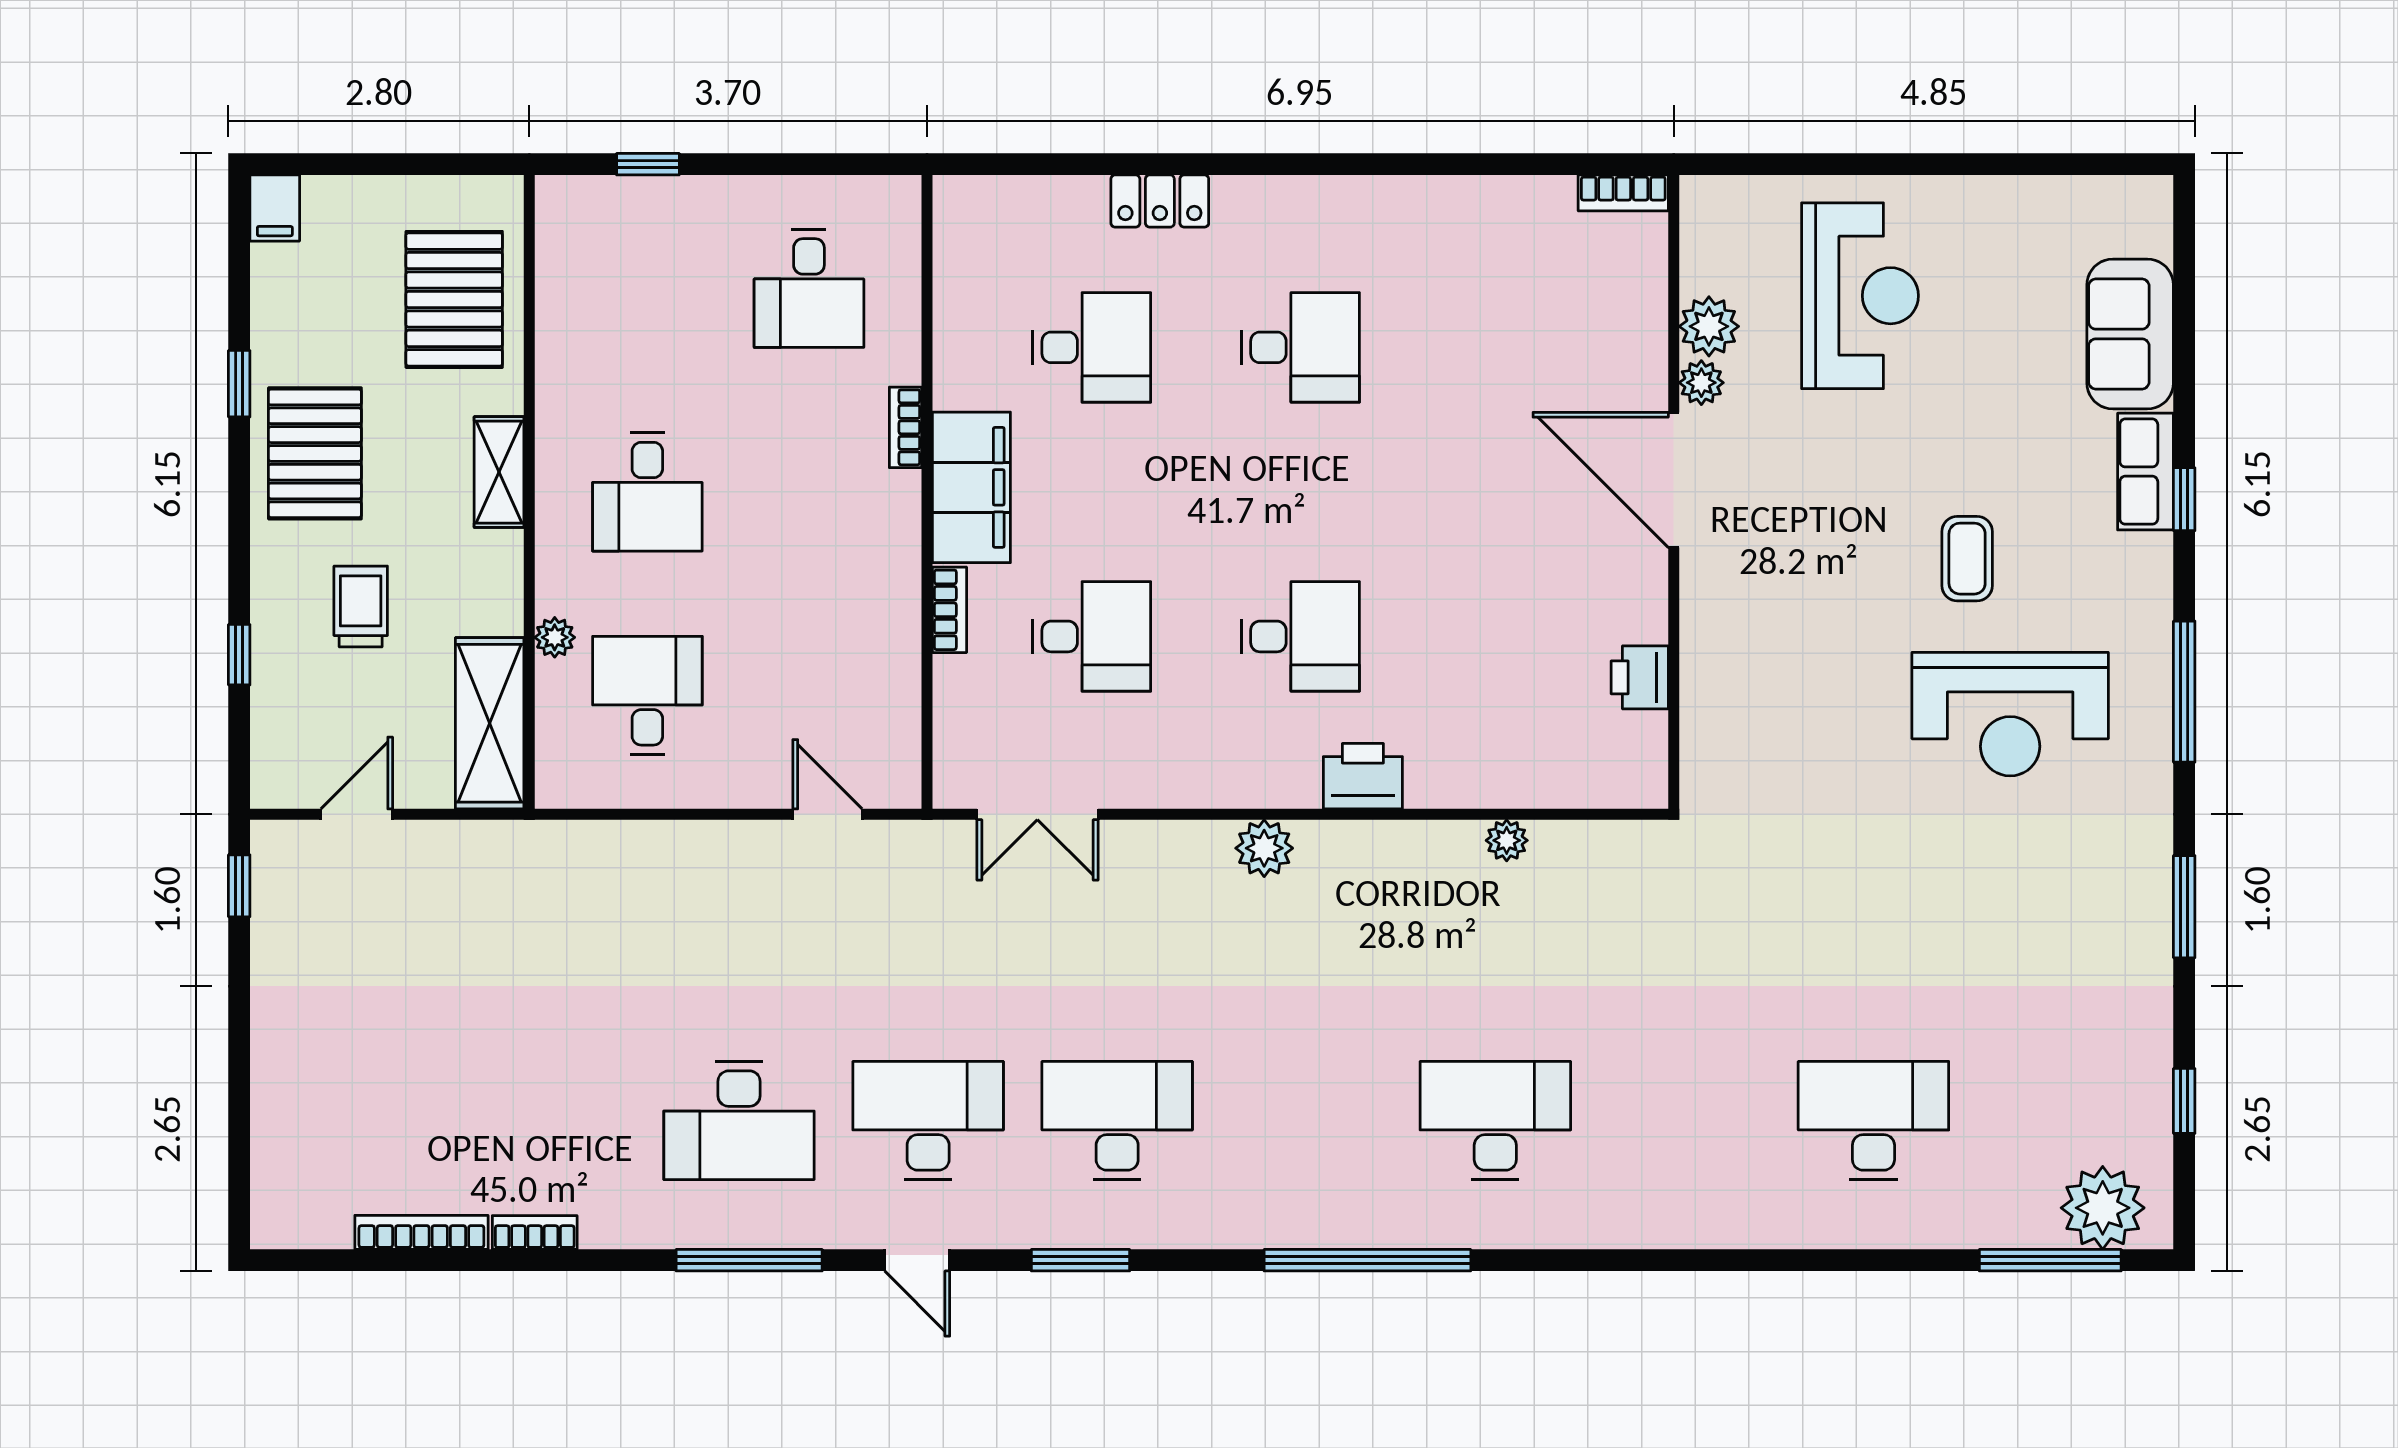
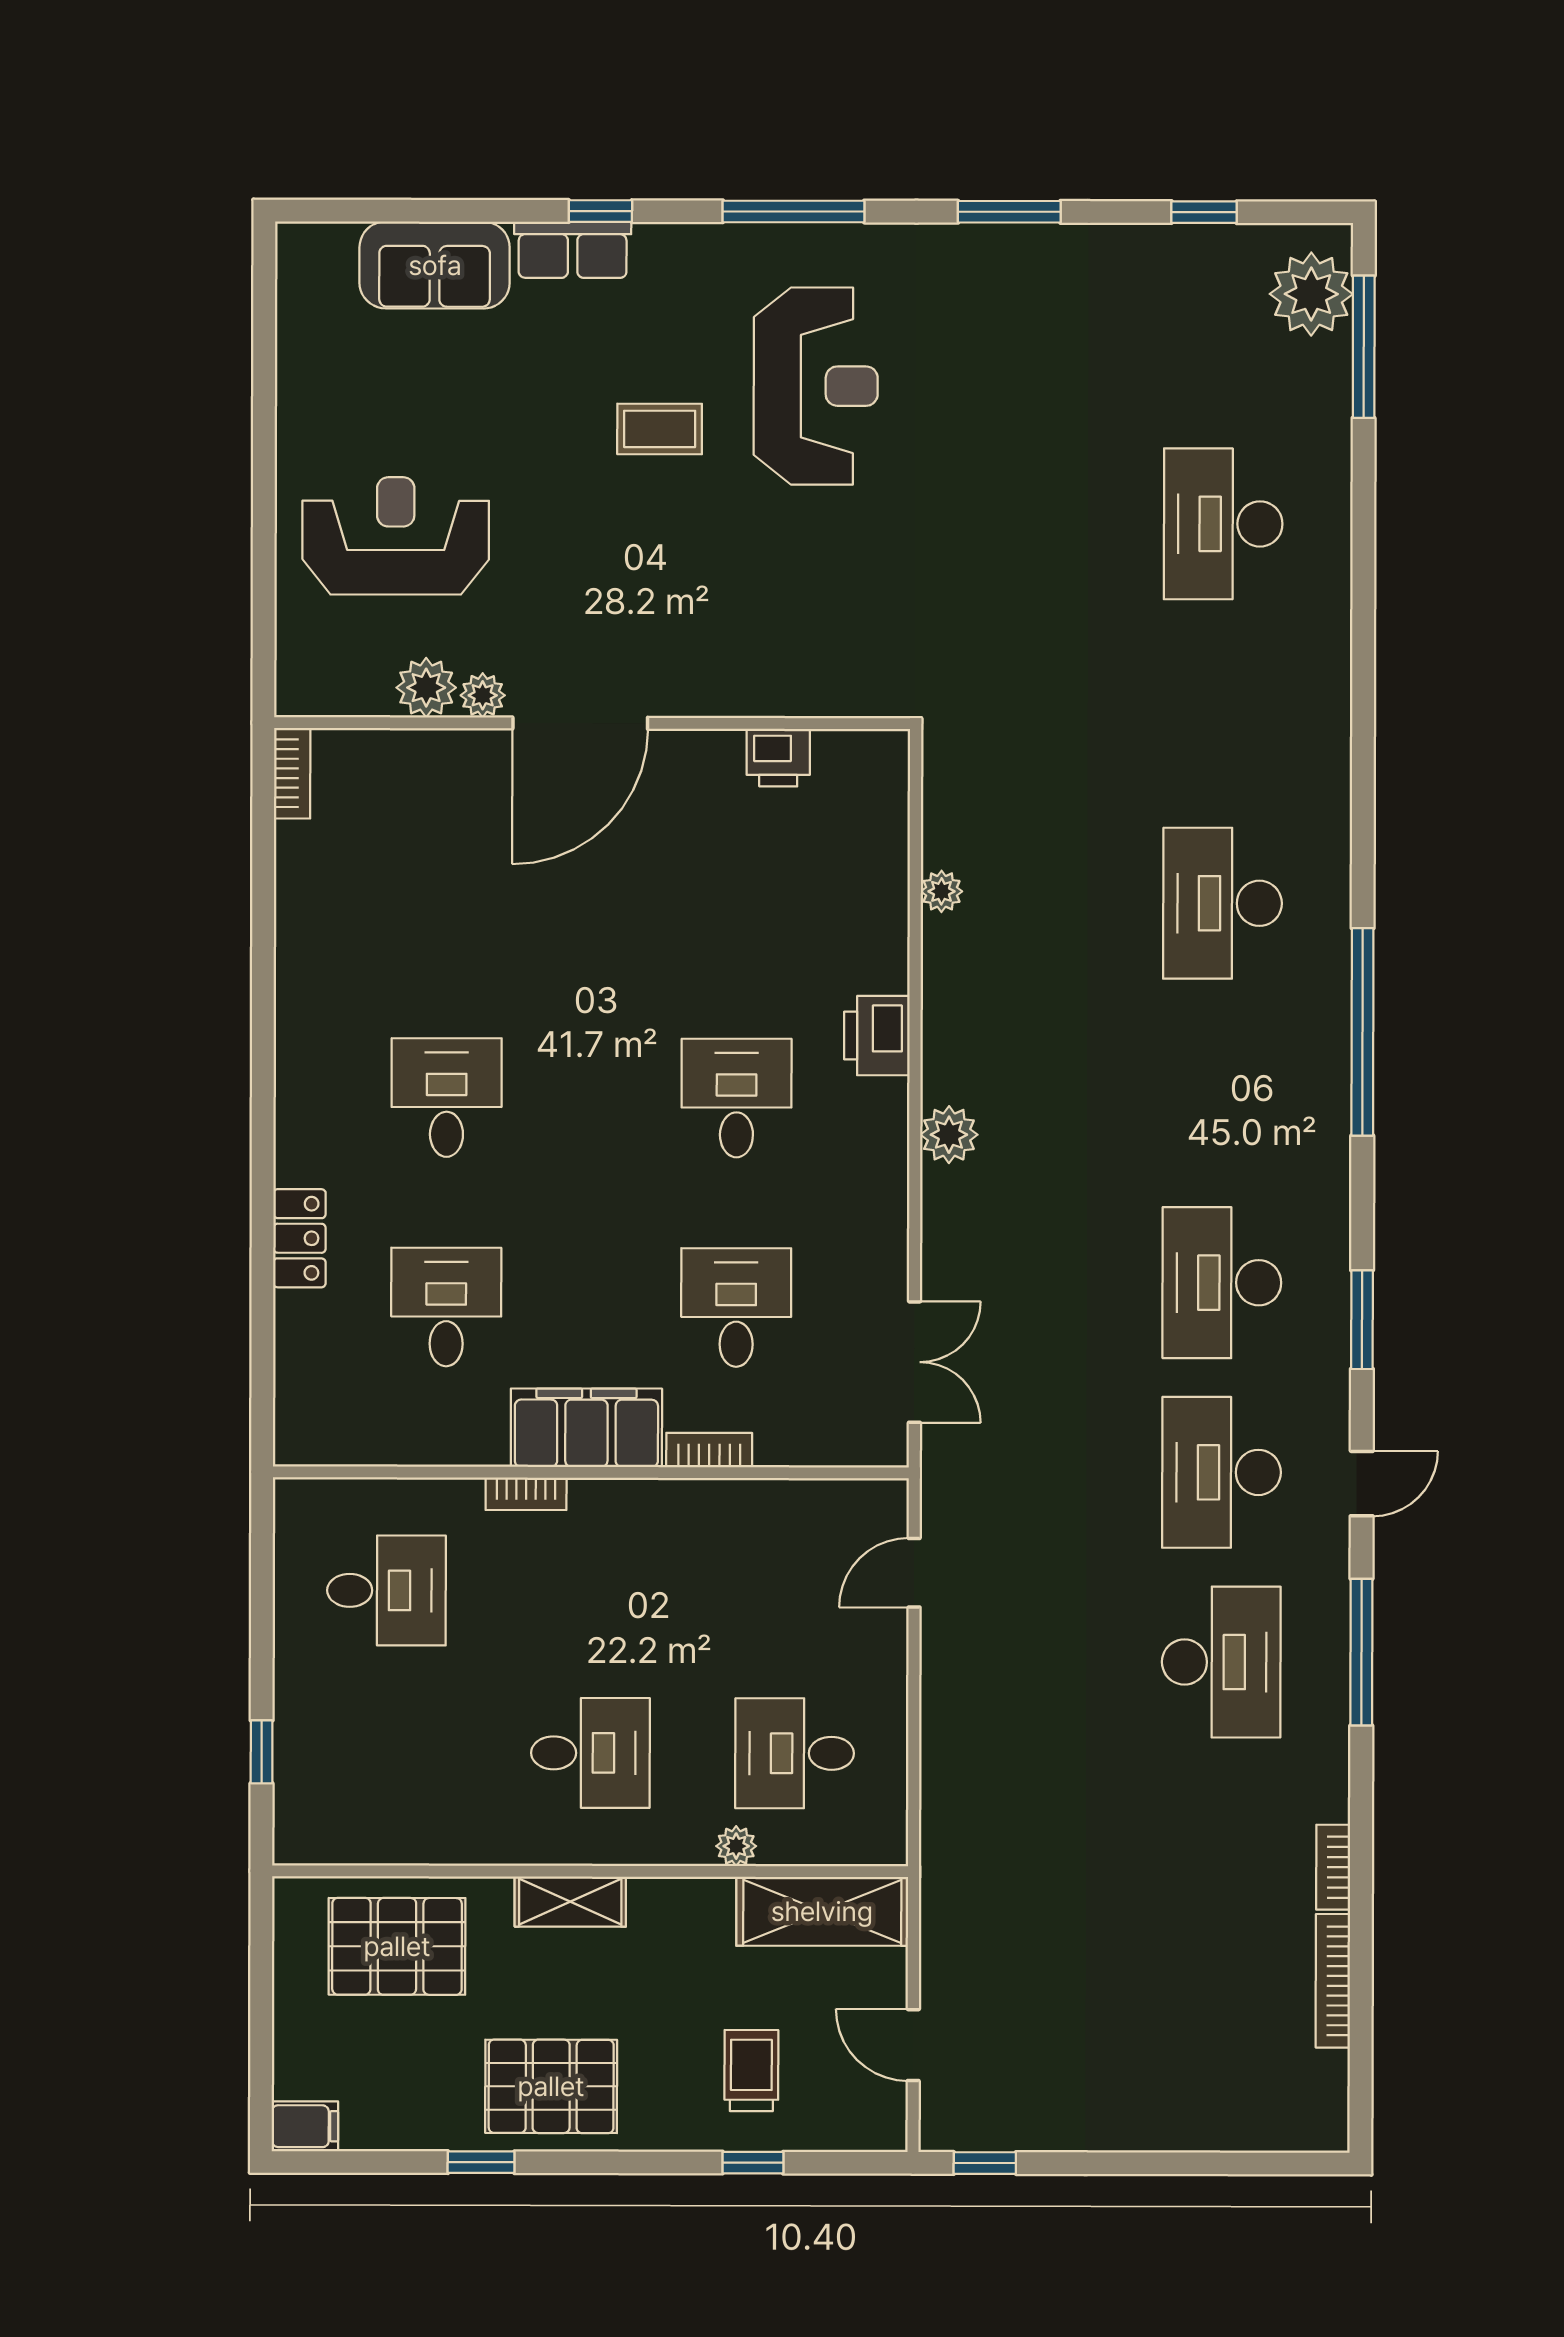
trolley: (361, 606) -> (751, 2071), moved, turned 90

